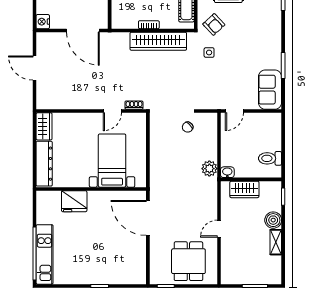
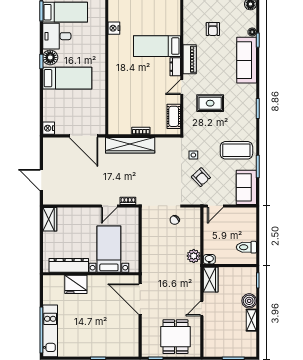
armchair: (214, 24) -> (201, 177), moved
wardrobe: (158, 41) -> (130, 145), moved
coffee table: (259, 47) -> (236, 150), added
door: (34, 68) -> (41, 180), moved
dresser: (44, 164) -> (69, 265), moved, turned -90
wardrobe: (244, 189) -> (211, 280), moved, turned -90

